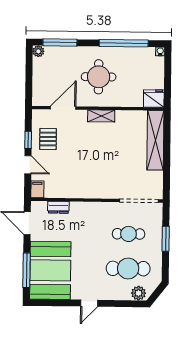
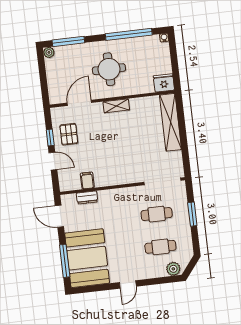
filing cabinet: (37, 189) -> (87, 180), moved
cafe table: (128, 269) -> (160, 247), width x0.73, depth x0.74

